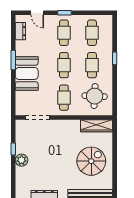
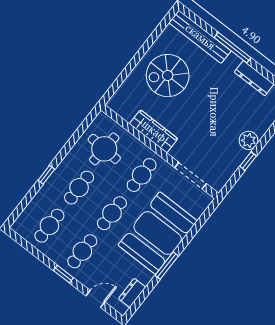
door: (37, 13) -> (95, 299), hinge flipped
booth: (27, 73) -> (158, 233), width x1.36, depth x1.42
wardrobe: (97, 126) -> (154, 131), moved

